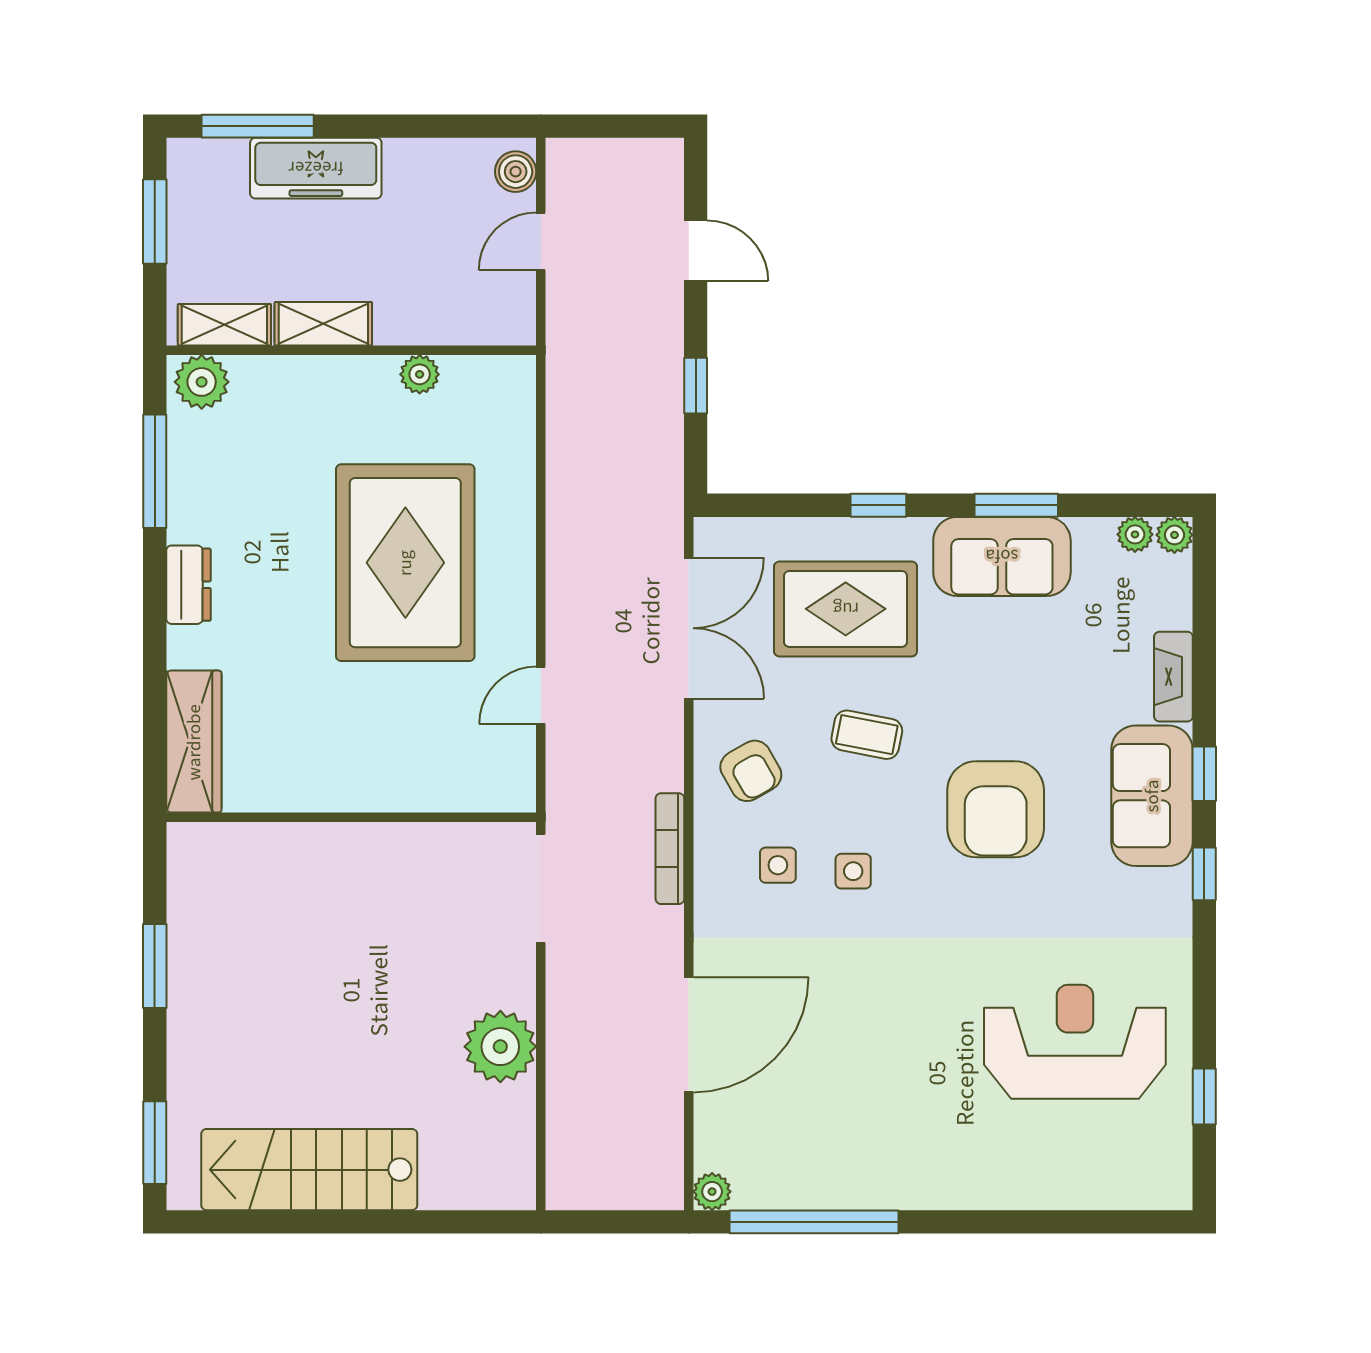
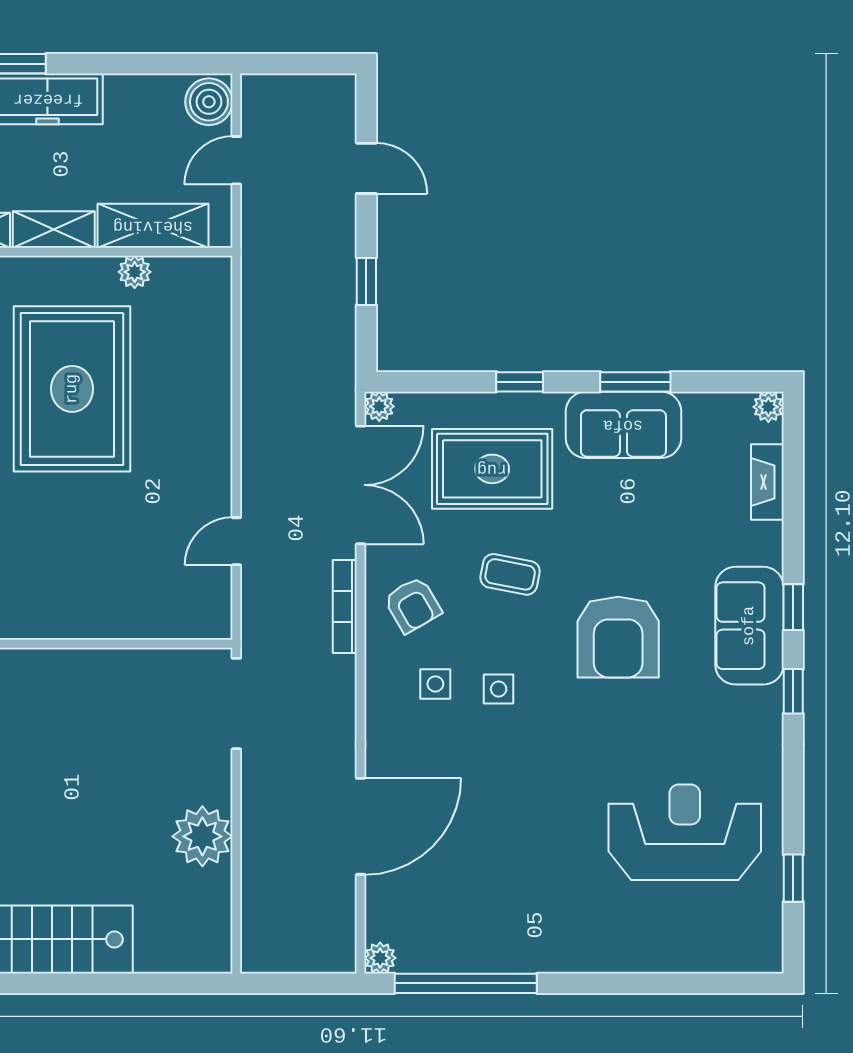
boiler: (516, 172) -> (209, 102), width x1.36, depth x1.36
shelving: (442, 319) -> (153, 226), added
plant: (1135, 534) -> (379, 406), moved
rug: (405, 563) -> (72, 389), moved
fireplace: (1173, 677) -> (767, 482), moved
bookcase: (670, 849) -> (345, 607), moved

